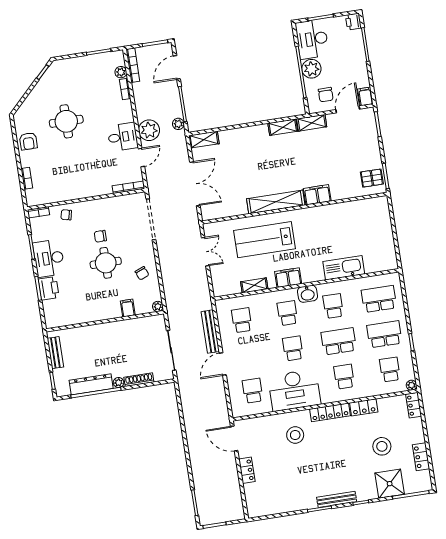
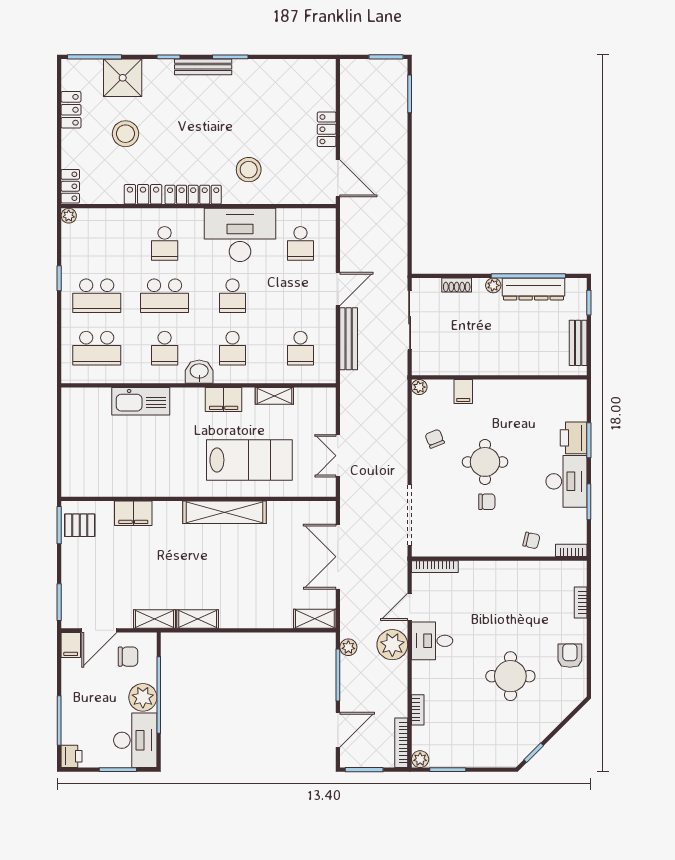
plant: (121, 72) -> (420, 759), moved
chair: (326, 95) -> (128, 657), turned 90
filing cabinet: (317, 195) -> (133, 513), moved
school desk: (390, 369) -> (97, 243), removed
shoe rack: (139, 380) -> (457, 285), width x0.70

